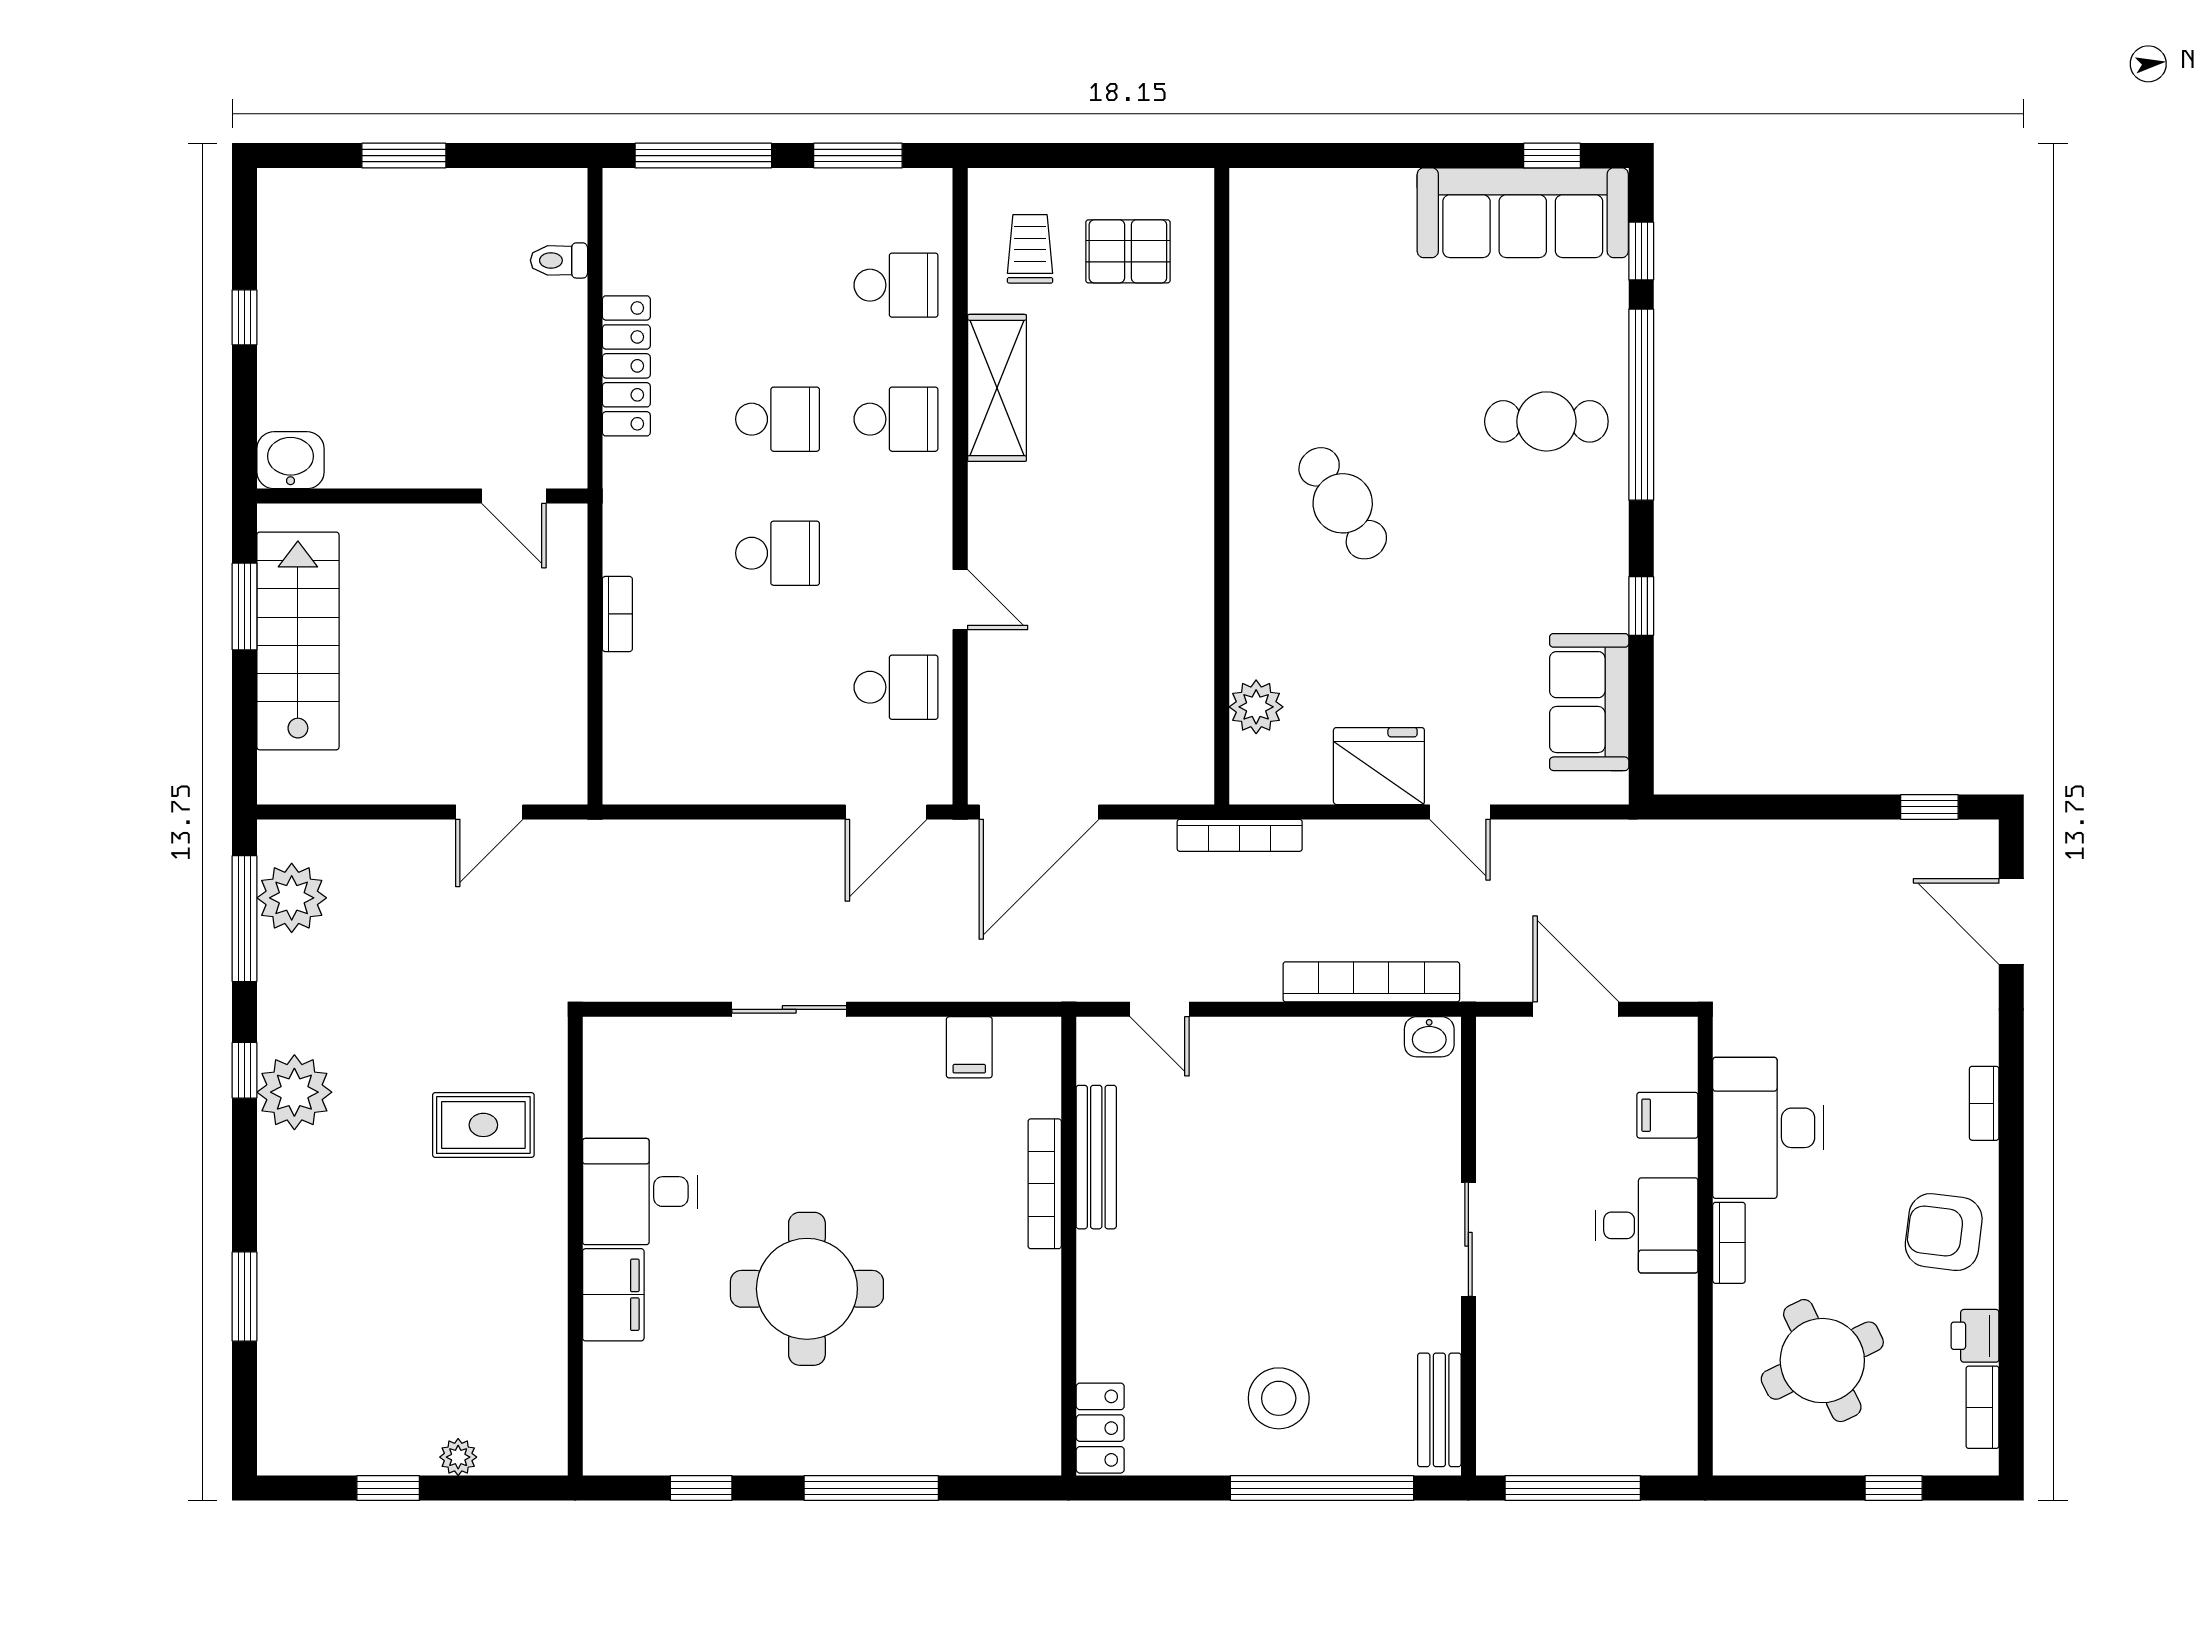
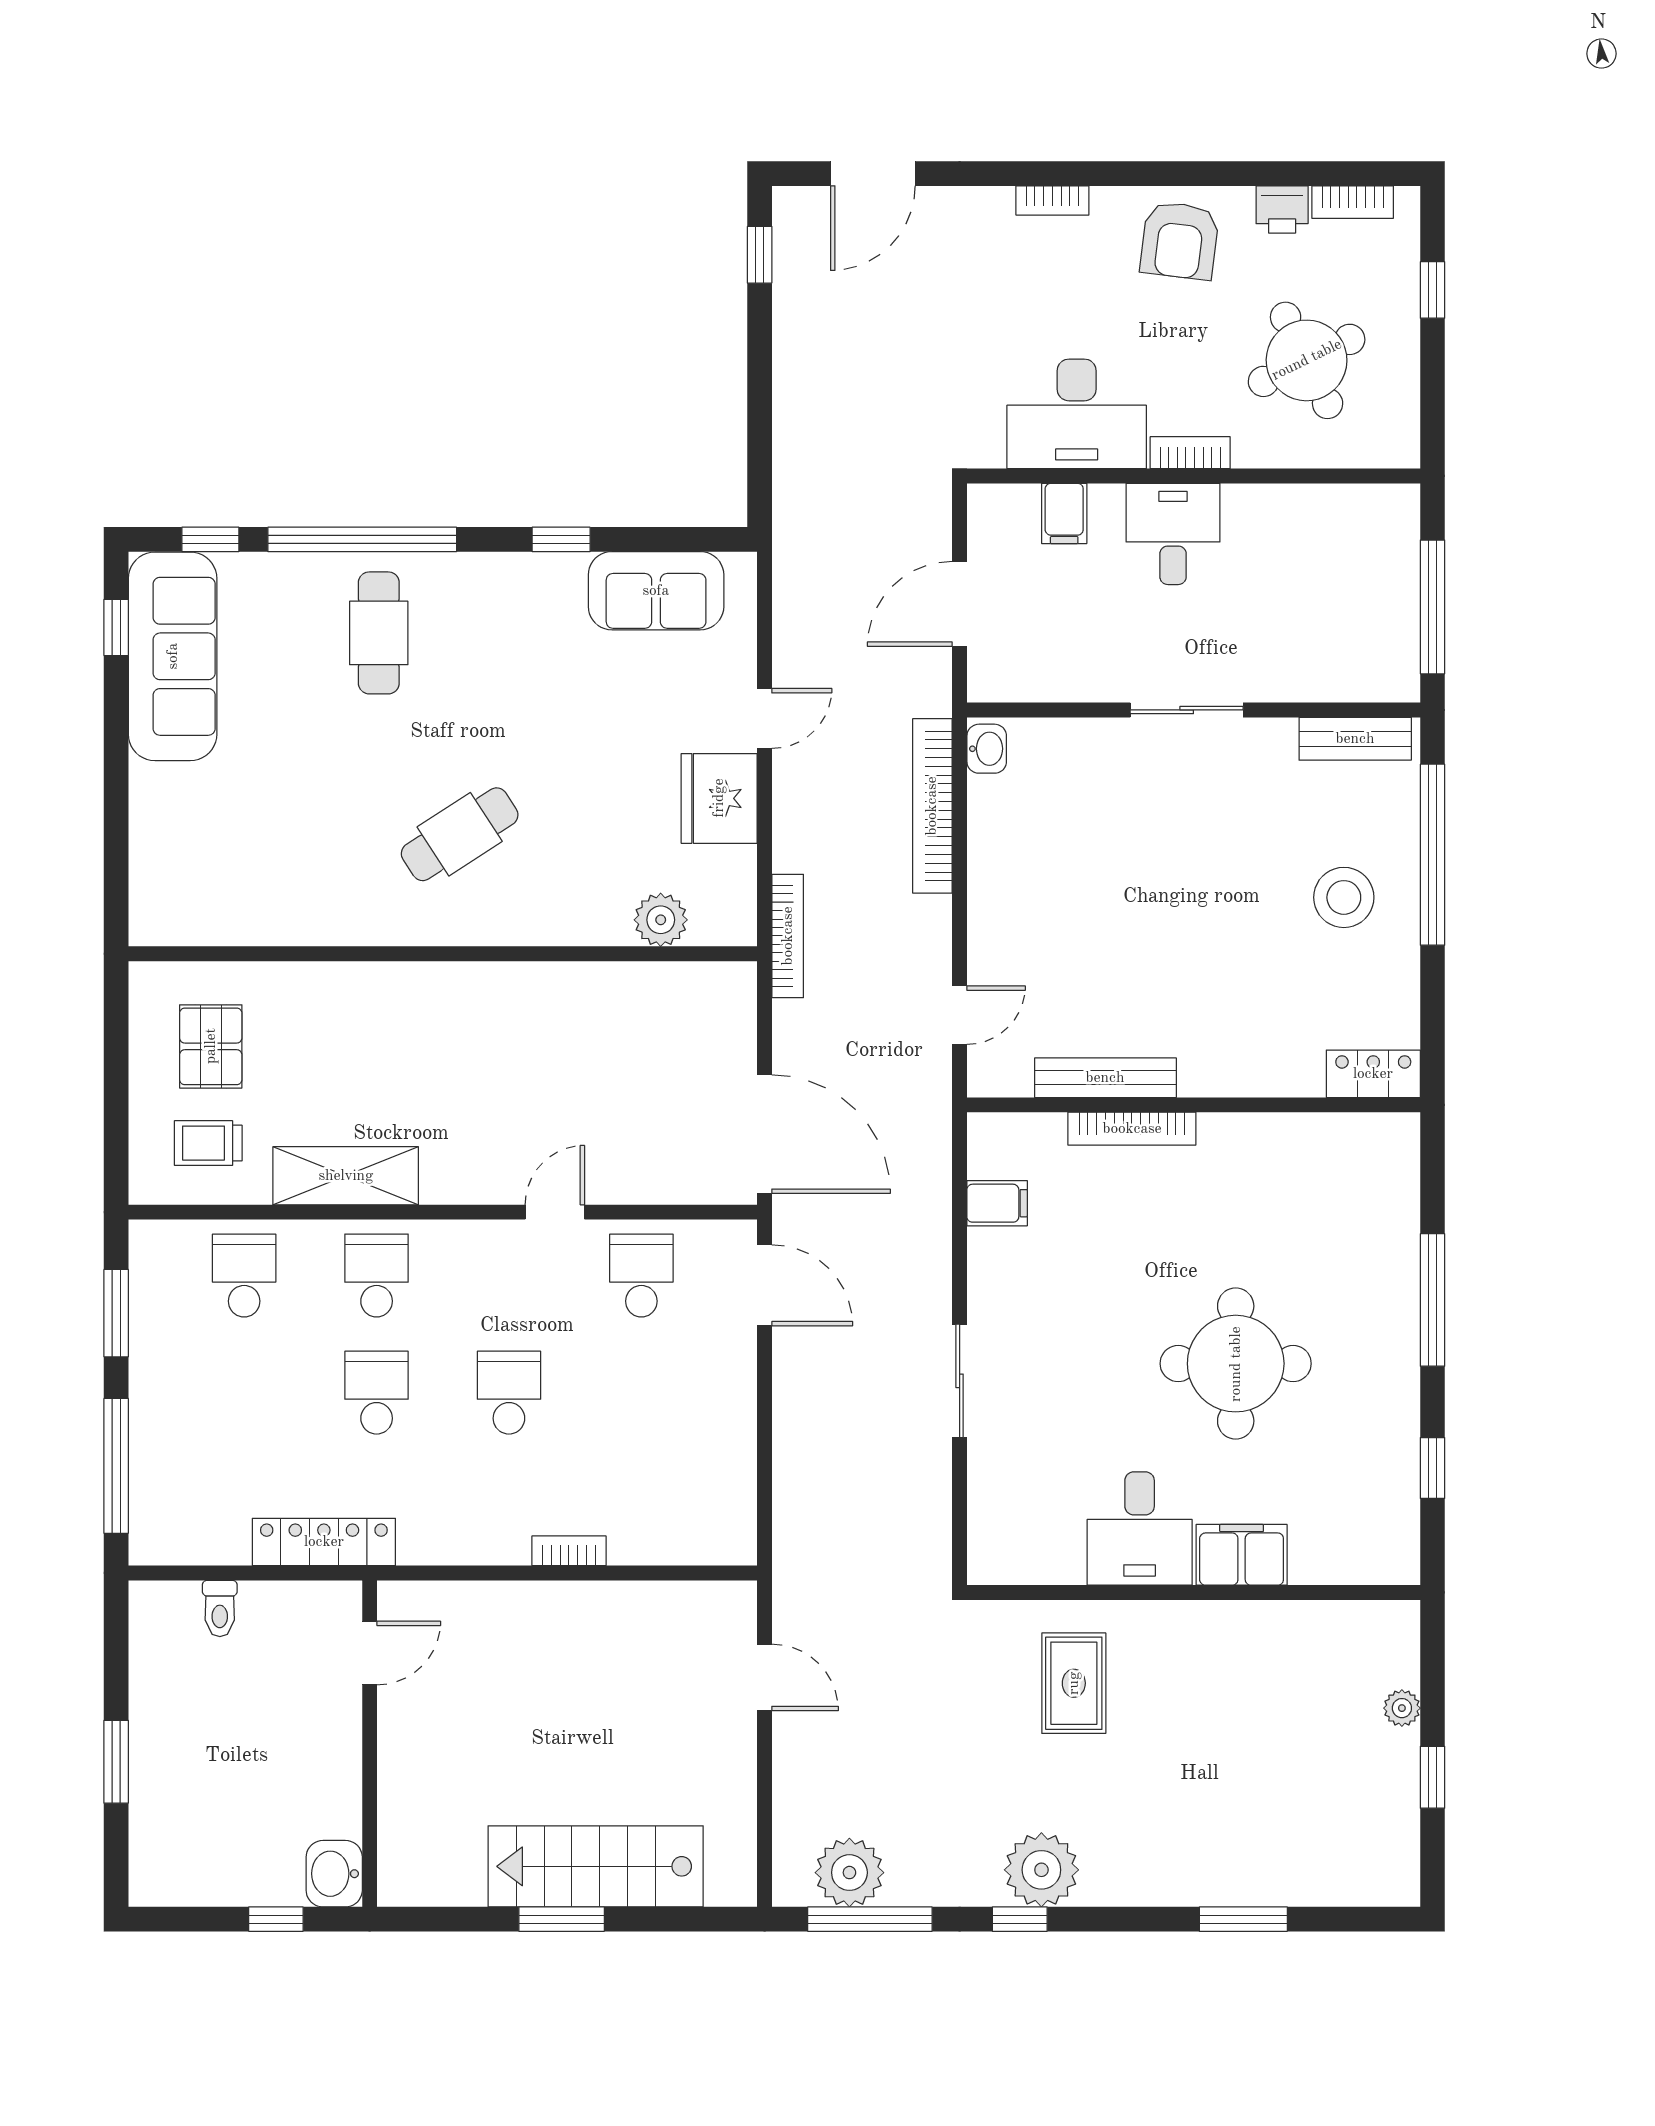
washbasin: (291, 460) -> (334, 1874), moved
wall: (422, 496) -> (370, 1744), moved
door: (514, 496) -> (370, 1653), moved

